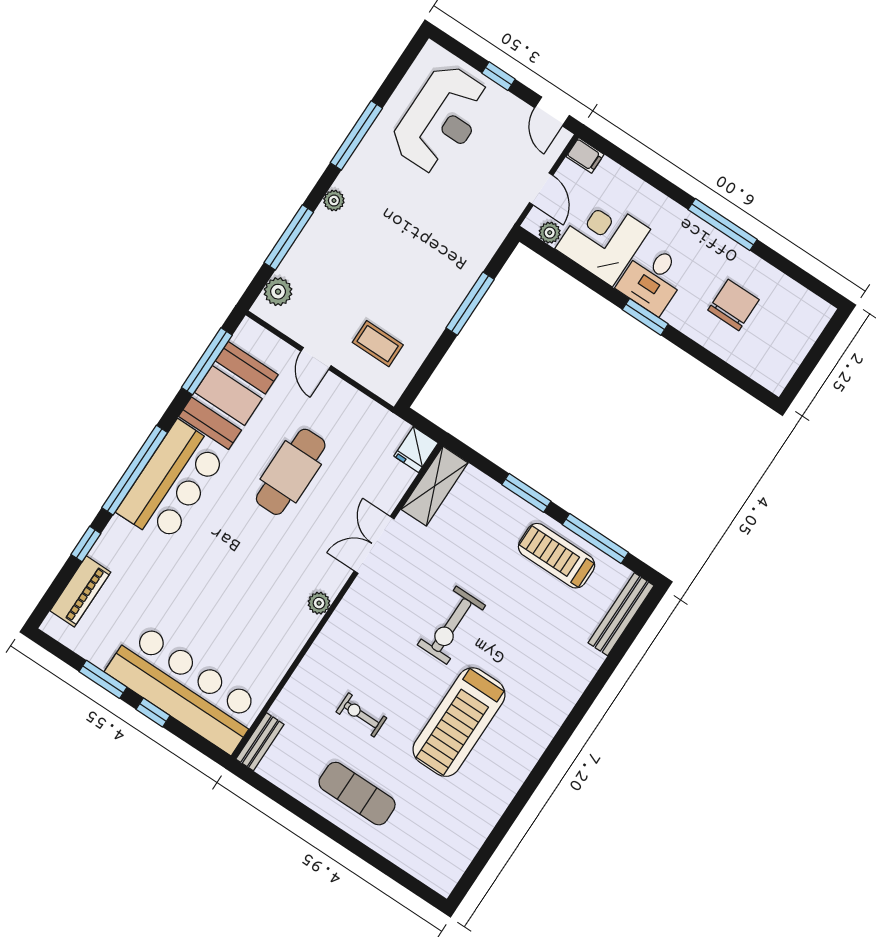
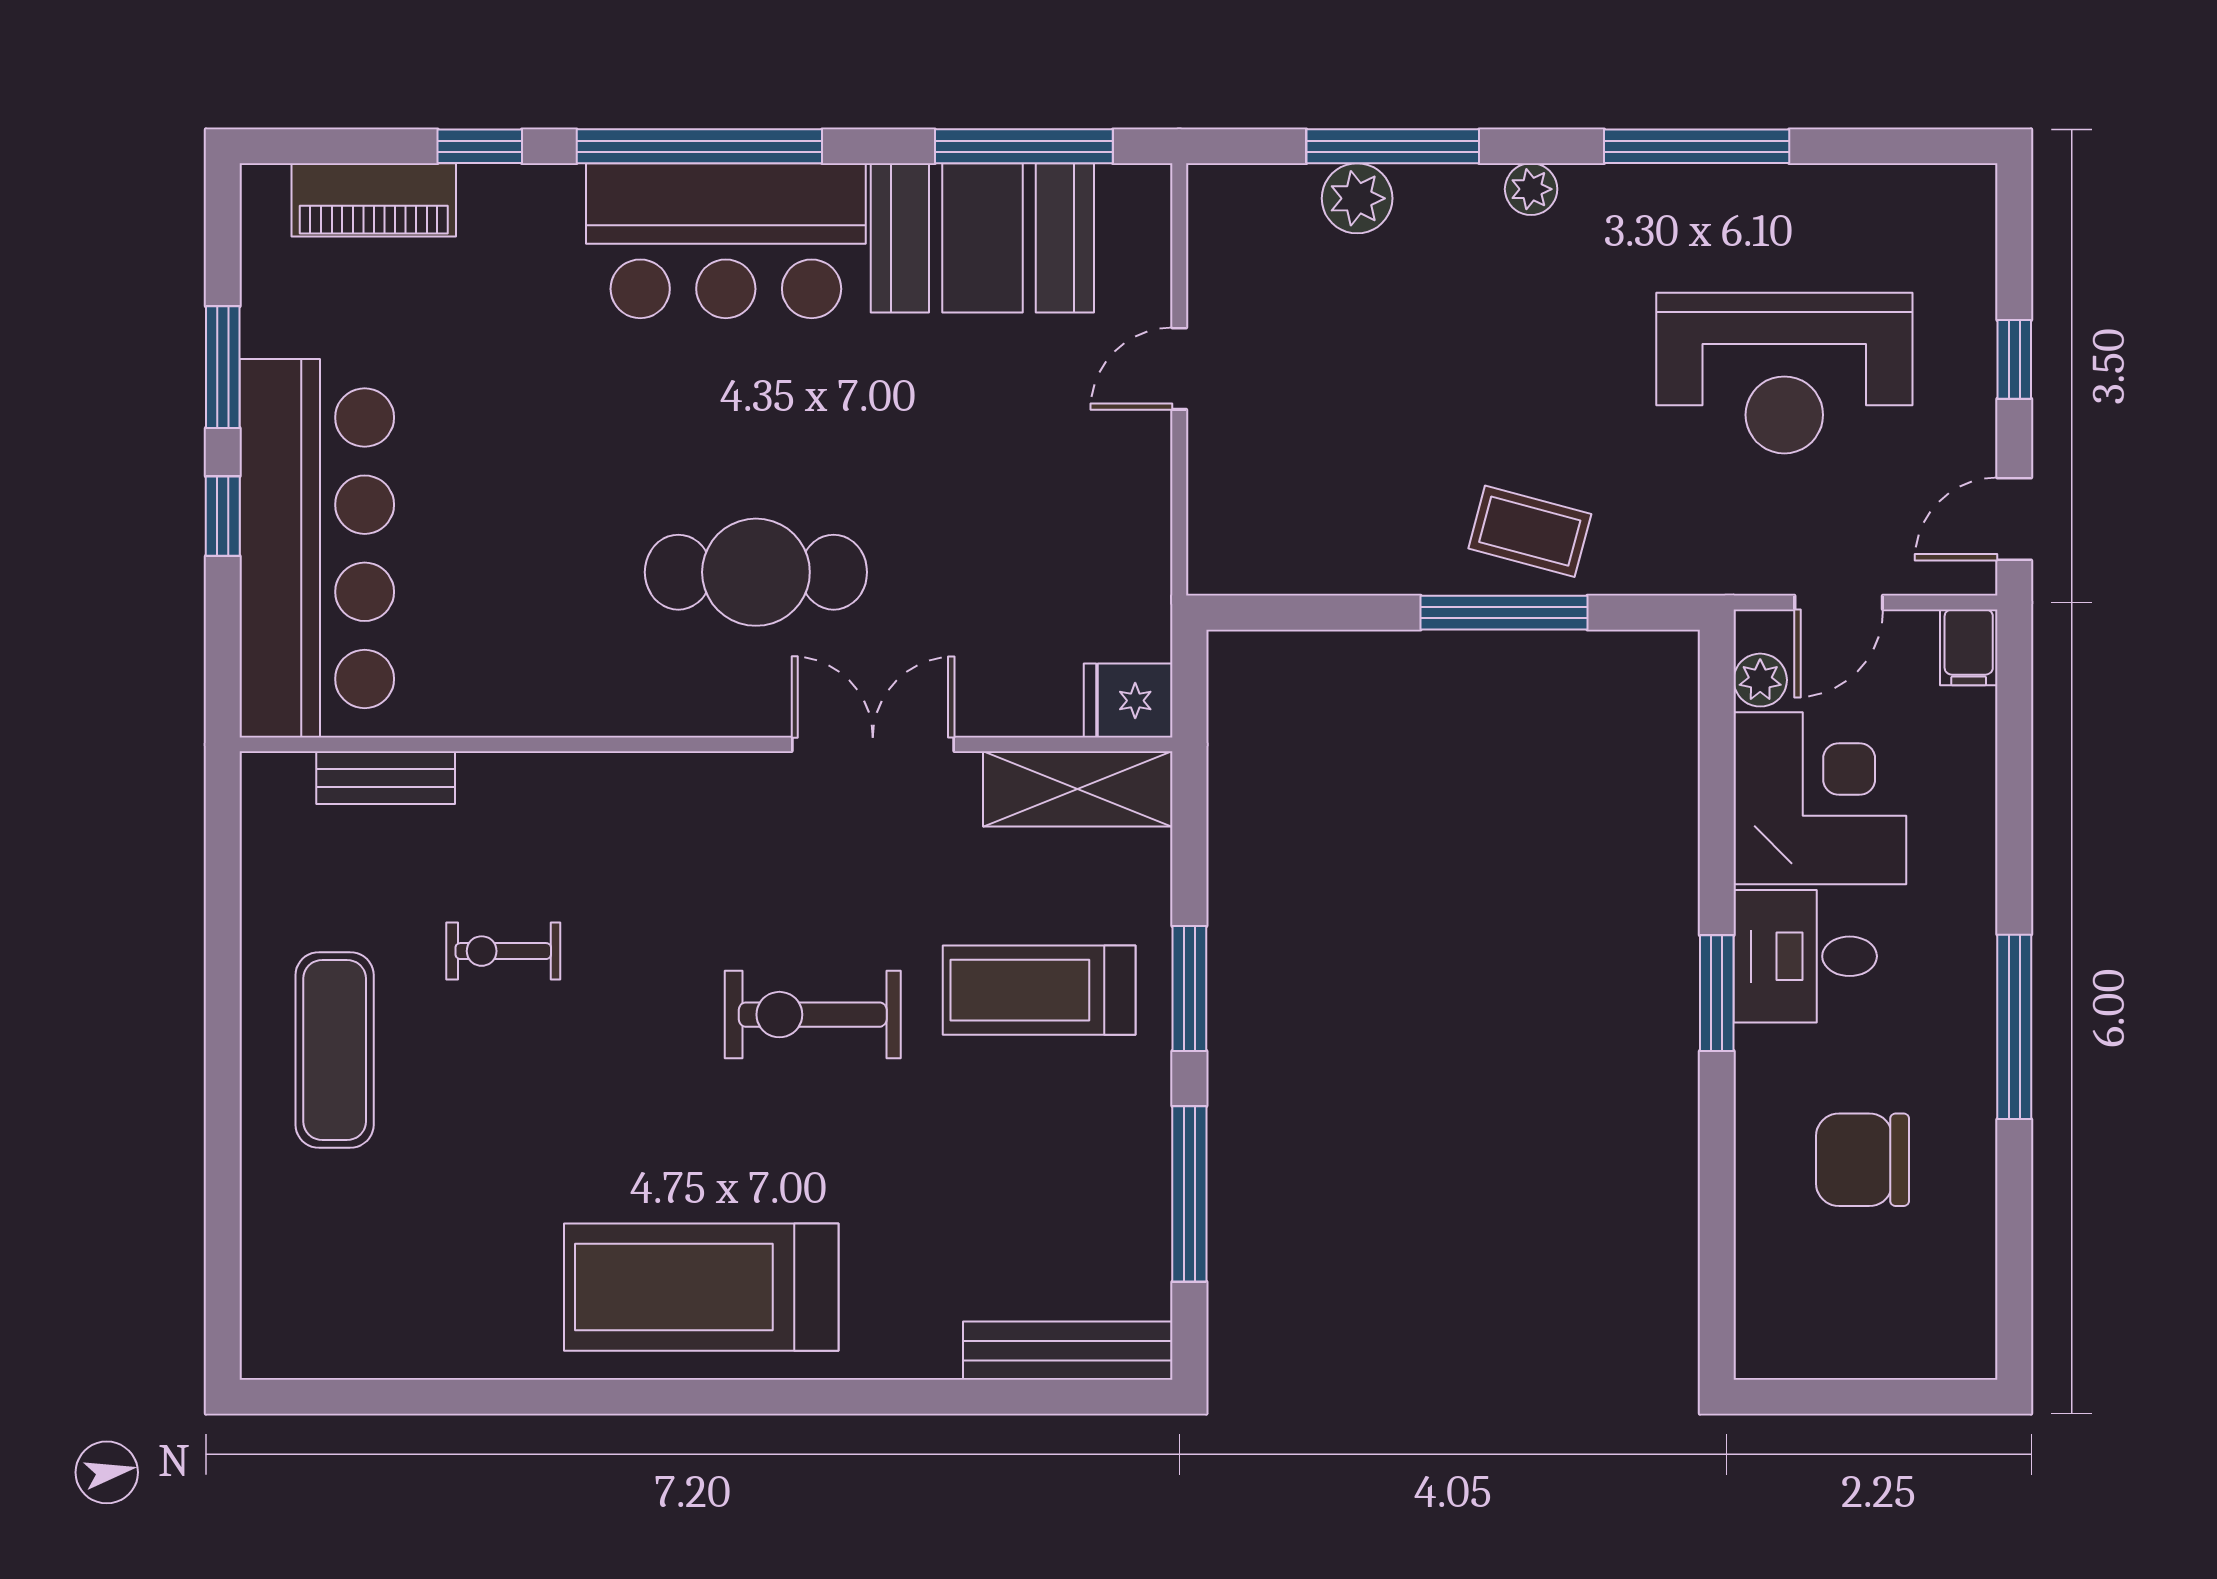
reception desk: (441, 119) -> (1784, 373), moved
plant: (278, 292) -> (1357, 198), moved
chair: (734, 305) -> (1862, 1160), turned 180
coffee table: (378, 344) -> (1530, 531), moved, turned -75
cafe table: (291, 472) -> (756, 572), moved
treadmill: (557, 556) -> (1039, 990), moved, turned -90
plant: (319, 603) -> (677, 710), removed
exercise bike: (361, 715) -> (503, 951), turned -90
treadmill: (459, 722) -> (701, 1287), moved
bench: (260, 742) -> (386, 778), moved

